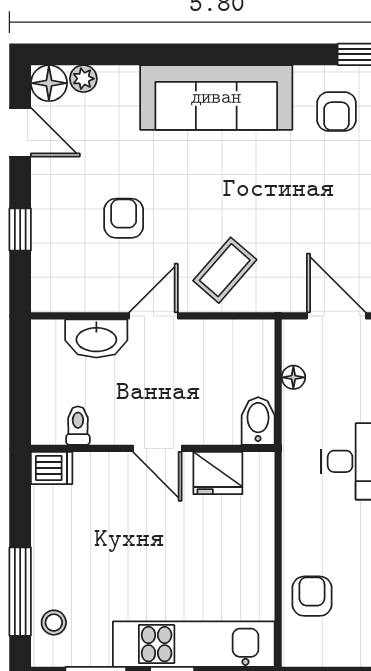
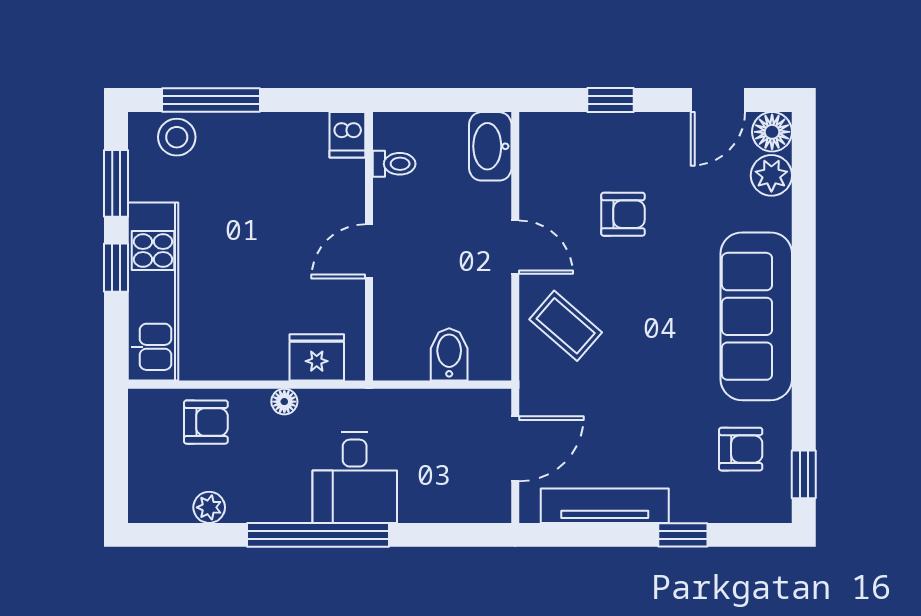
plant: (83, 79) -> (771, 175), width x1.38, depth x1.38
armchair: (337, 112) -> (741, 449), turned 180
washbasin: (96, 338) -> (490, 146), moved
floor lamp: (293, 377) -> (284, 402), moved
bidet: (258, 421) -> (449, 354), moved, turned -90
fridge: (218, 473) -> (317, 357), moved, turned 90
stool: (54, 623) -> (177, 137), width x1.37, depth x1.37

